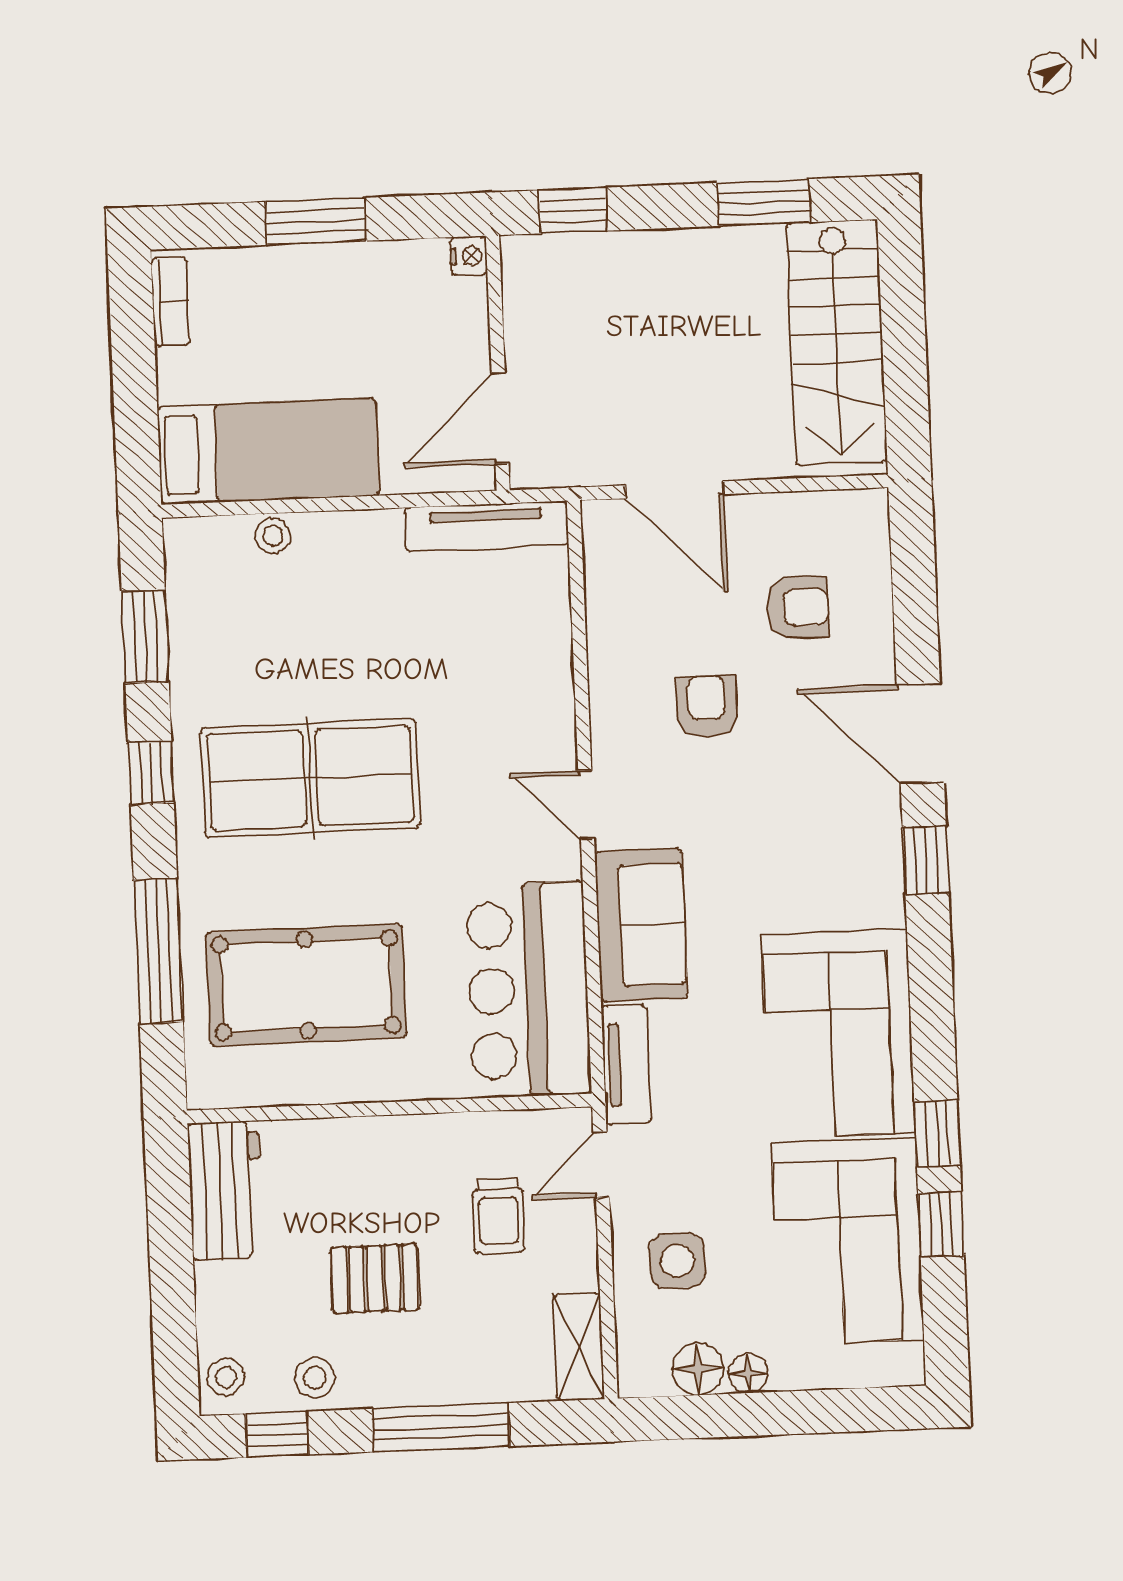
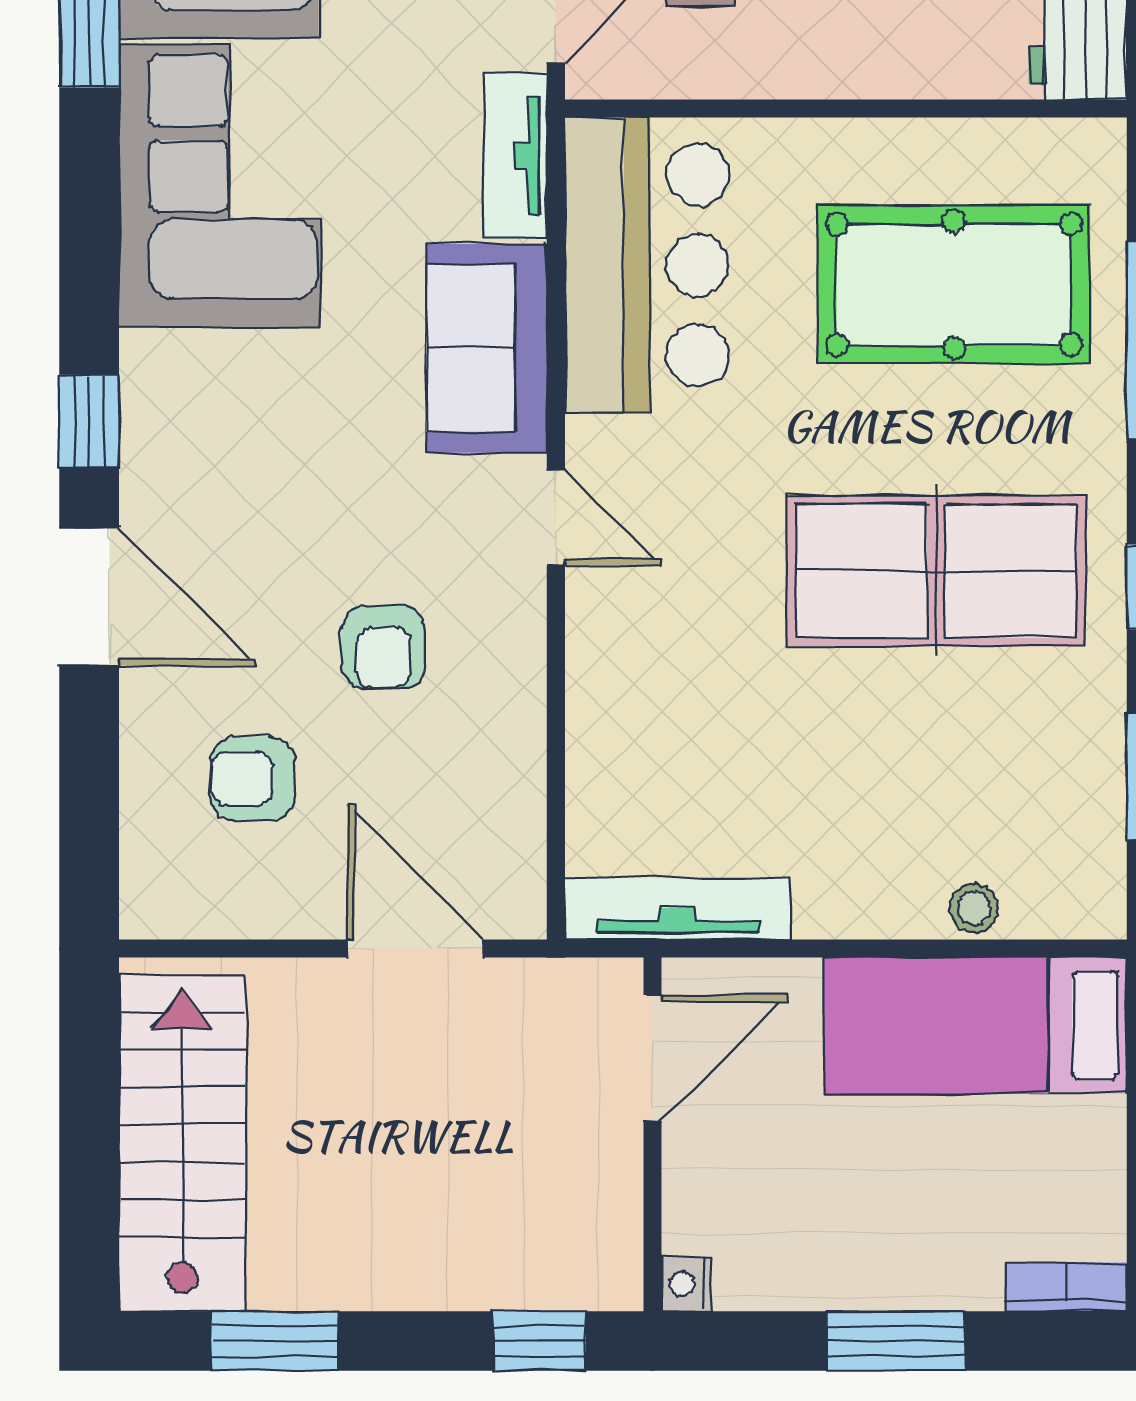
bookcase: (170, 302) -> (1066, 1287), moved, turned 90

